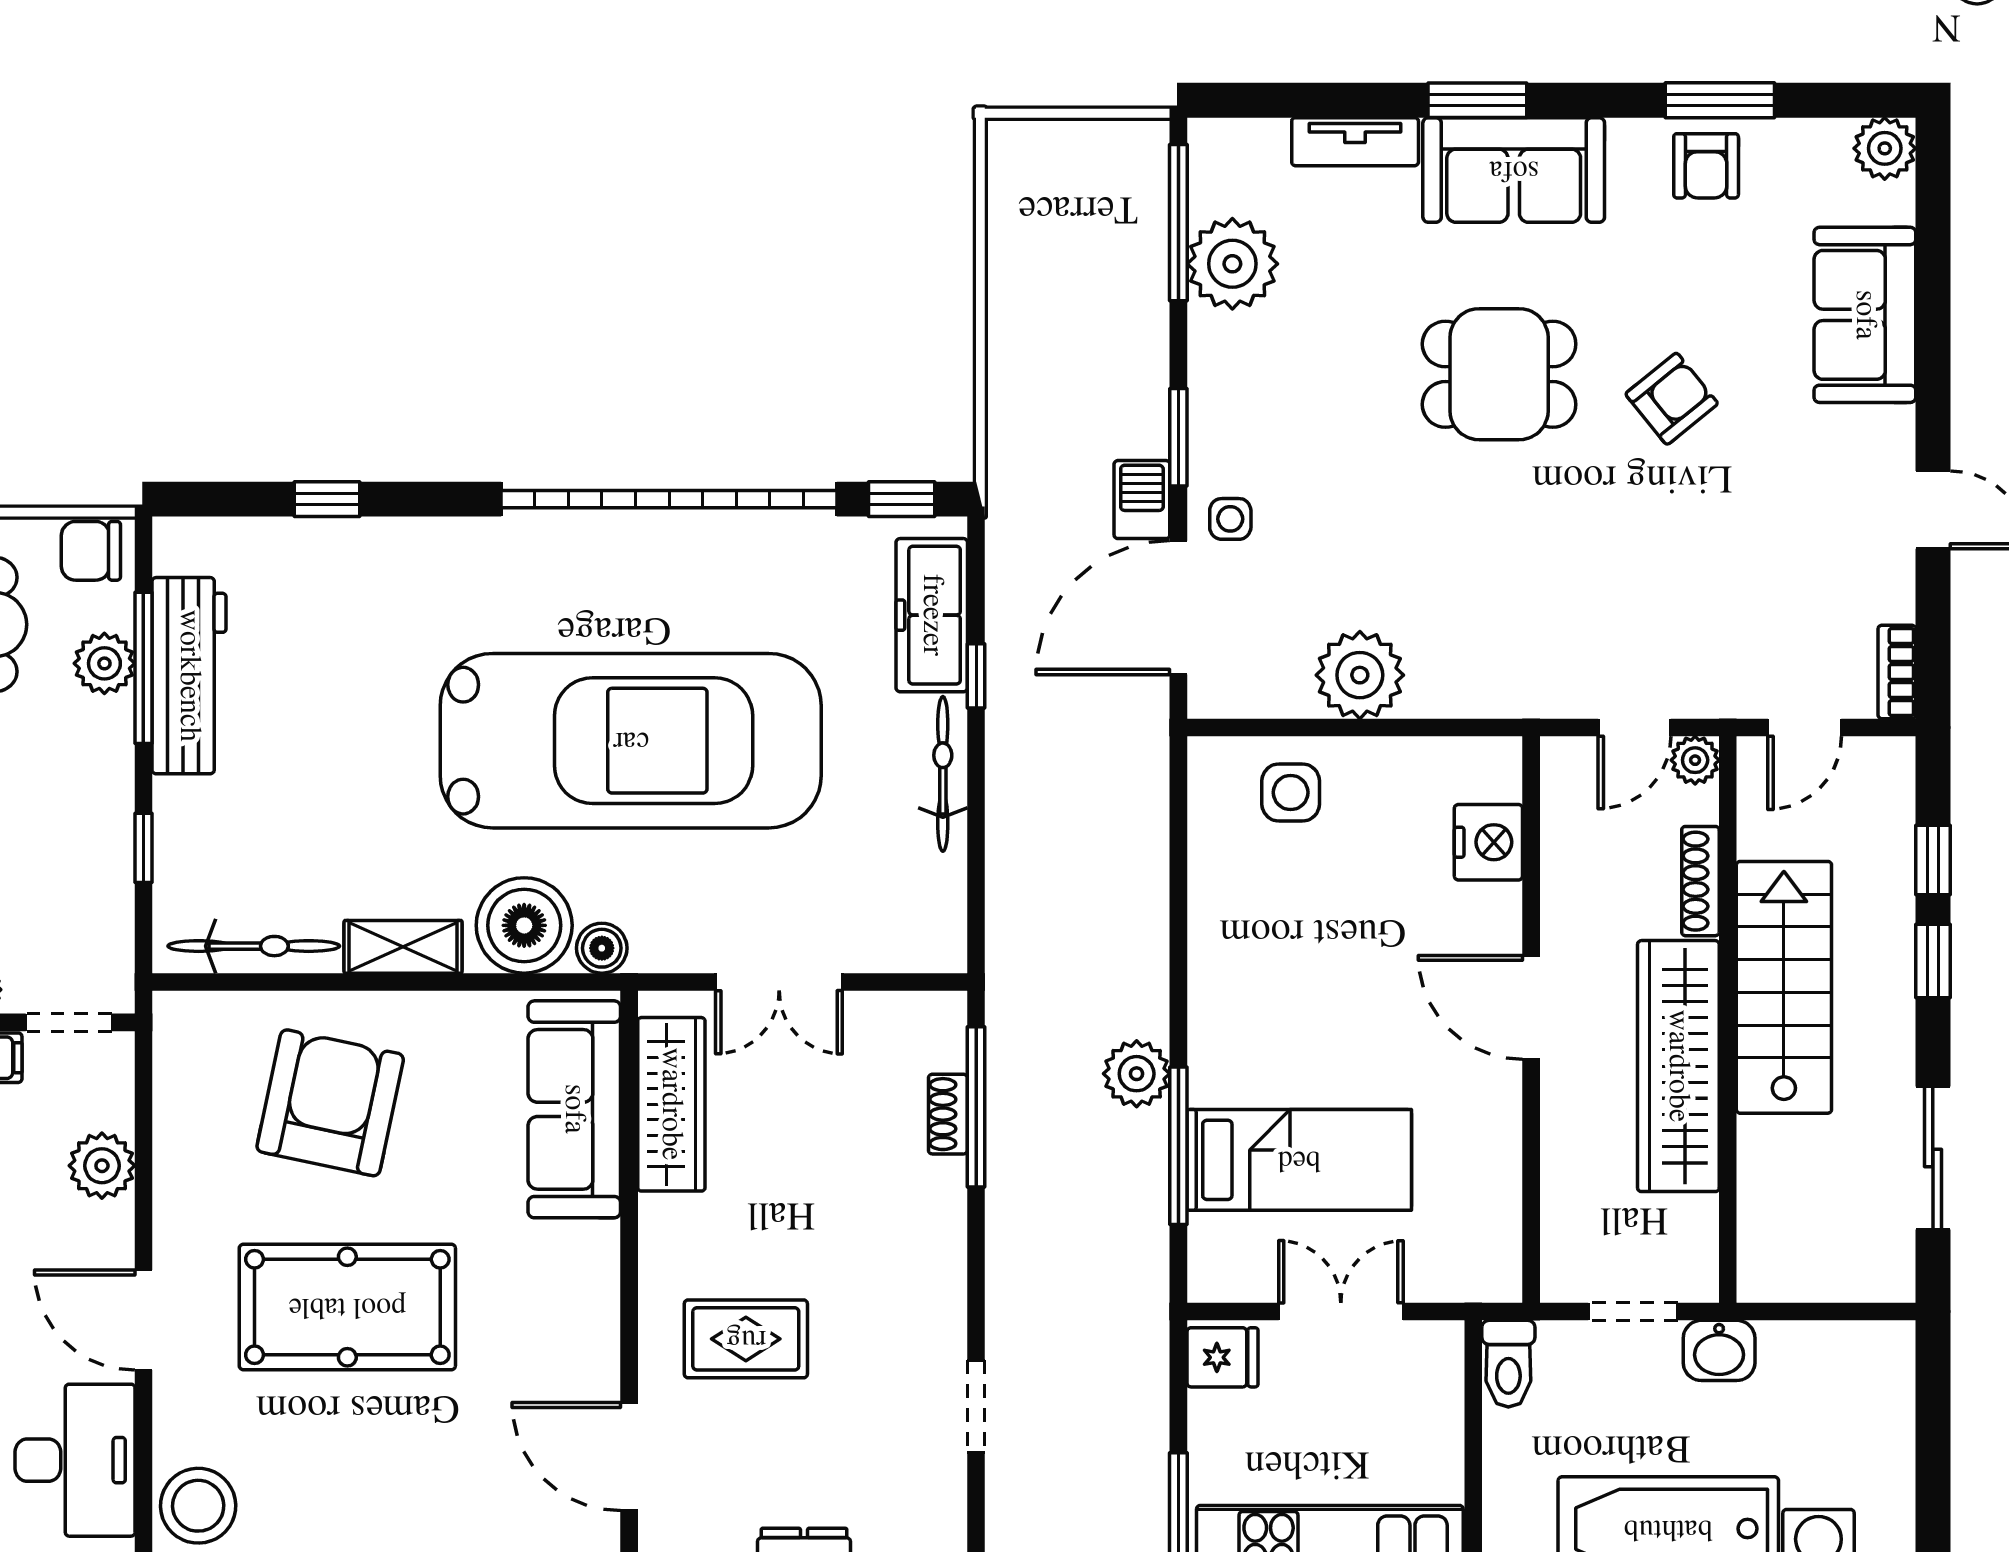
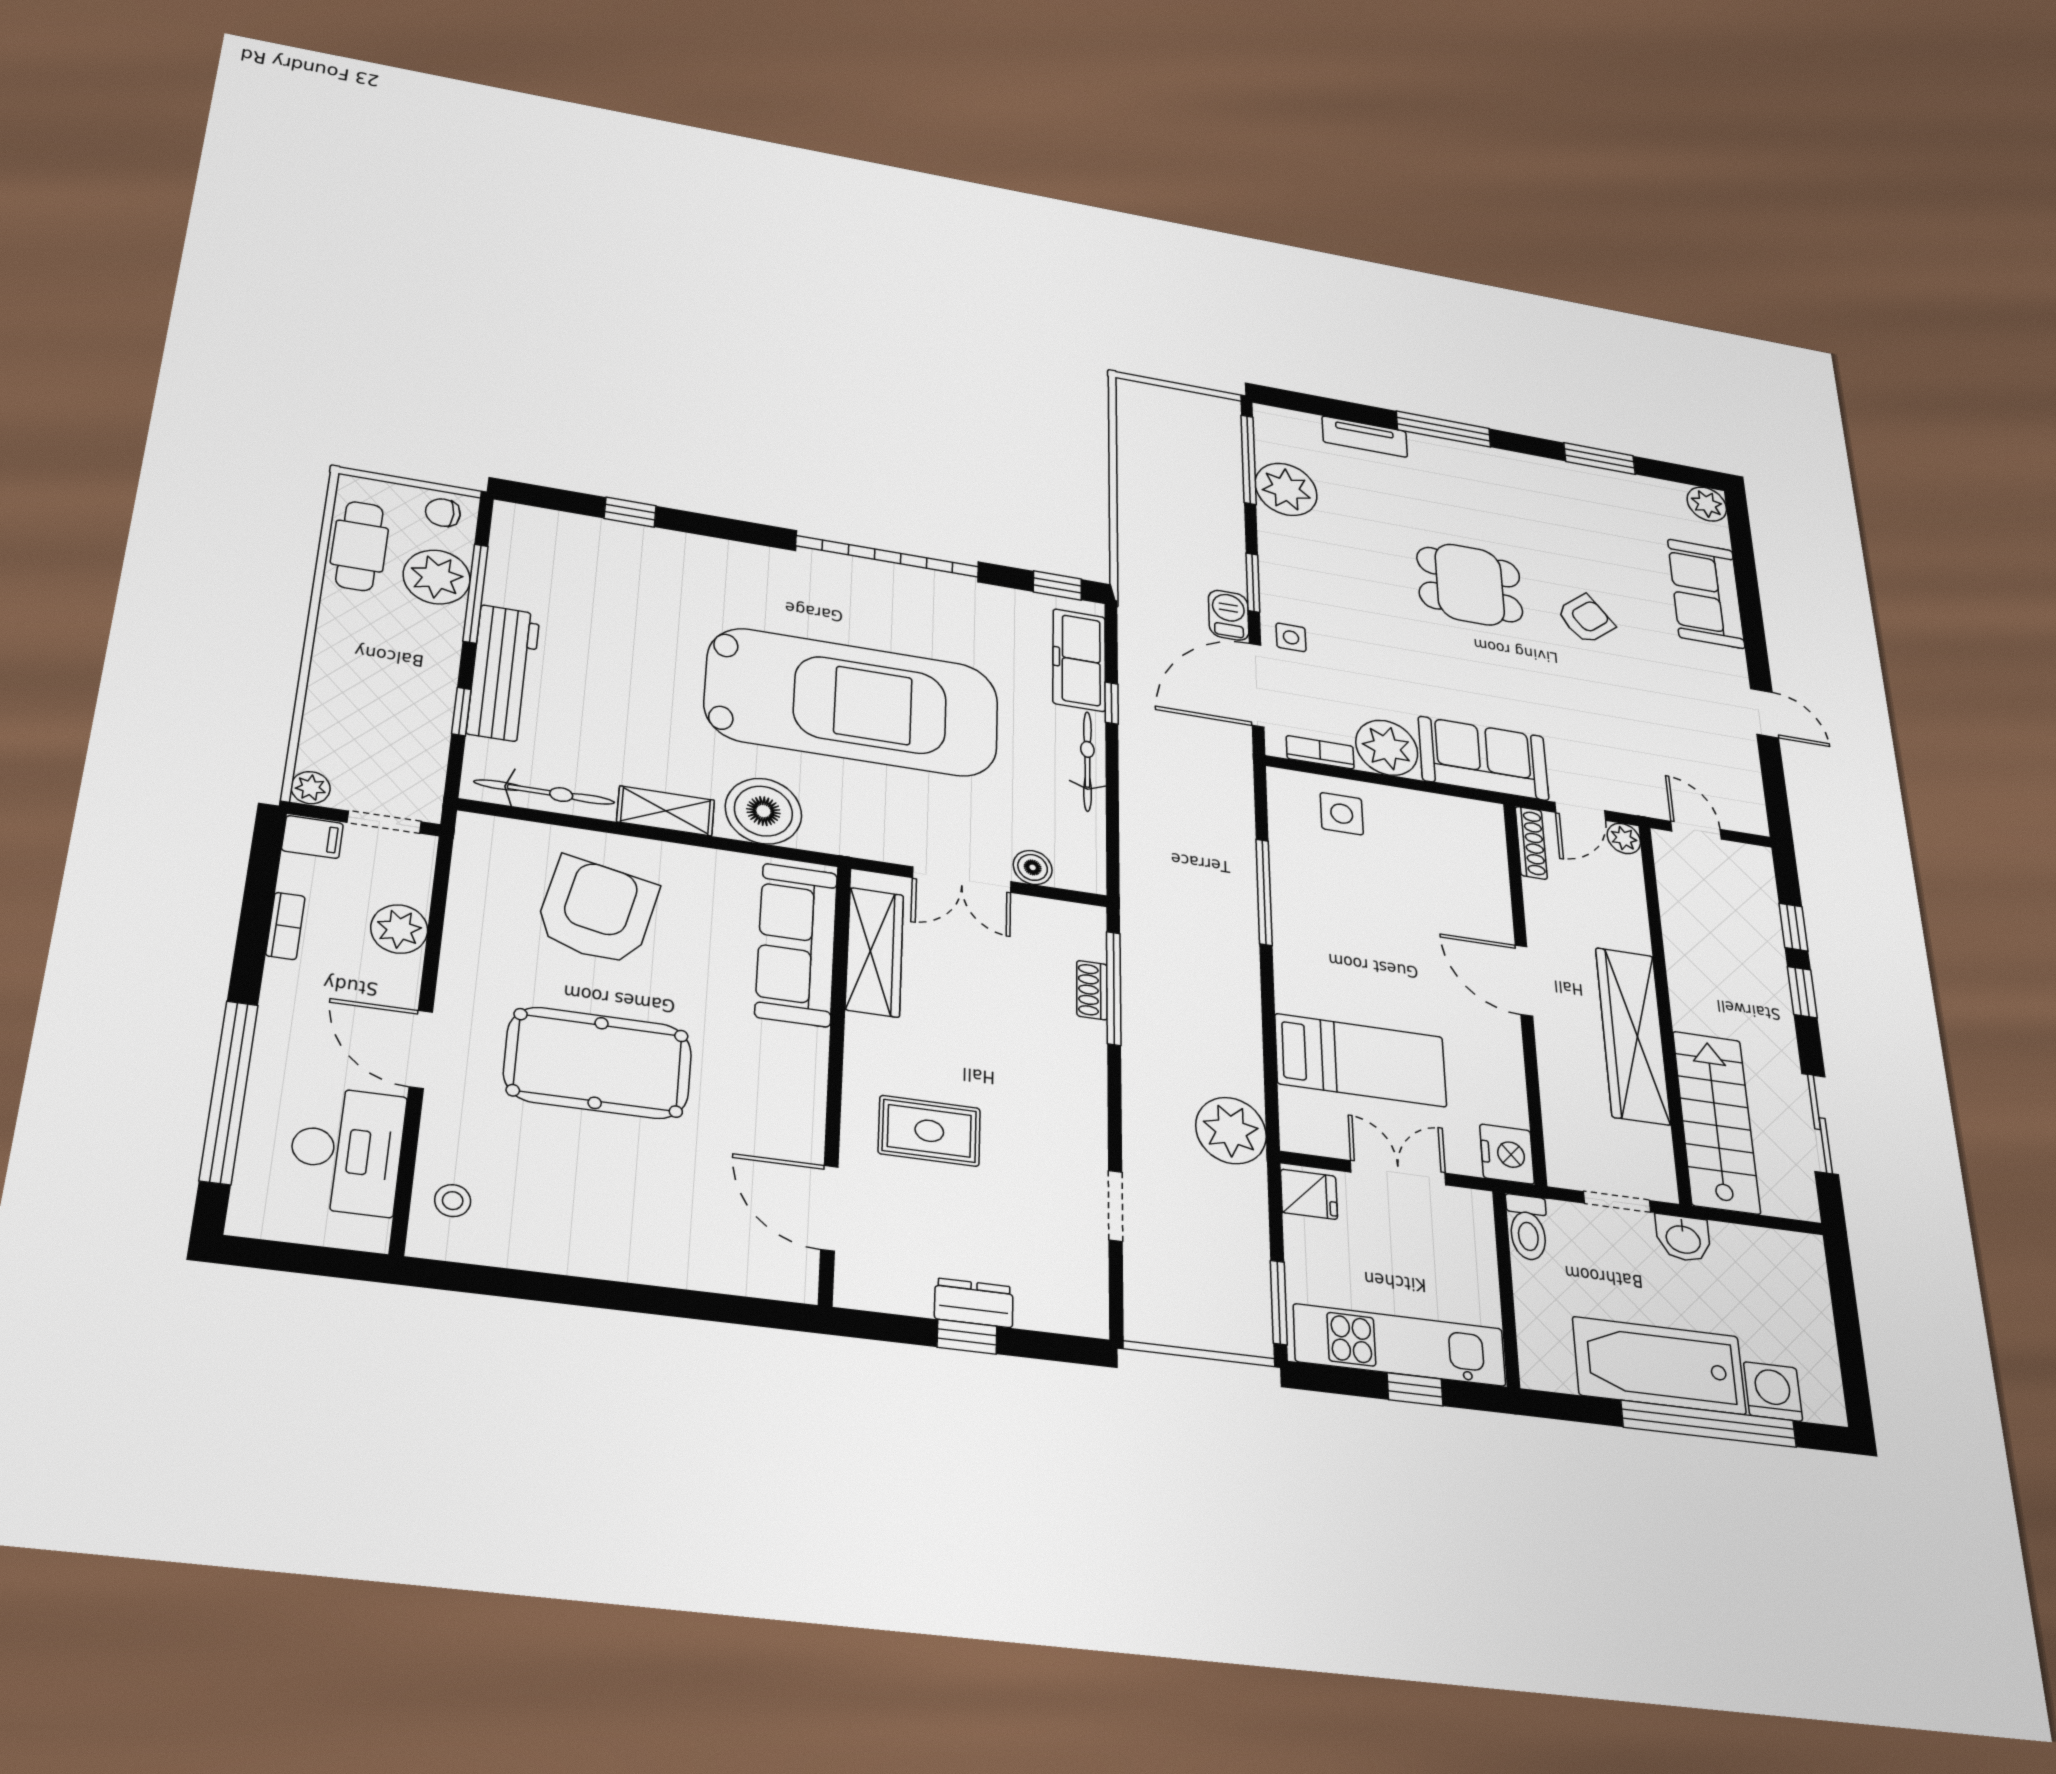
window: (1477, 100) -> (1443, 429), width x1.44
armchair: (1706, 166) -> (1594, 492), removed
sofa: (1514, 170) -> (1483, 758), moved, turned 180
garage door: (669, 499) -> (888, 556), width x0.73
chair: (91, 551) -> (443, 513), width x0.73, depth x0.73
plant: (104, 663) -> (437, 577), width x1.36, depth x1.36
bookcase: (1897, 672) -> (1320, 752), moved, turned 90
workbench: (189, 676) -> (504, 673), moved
door: (1805, 728) -> (1696, 830), swing flipped
nightstand: (1488, 842) -> (1507, 1154), moved
shoe rack: (1700, 881) -> (1531, 843), moved, turned 180
boiler: (602, 948) -> (1033, 867), moved
stairs: (1784, 987) -> (1716, 1122), moved
plant: (1137, 1074) -> (1231, 1131), moved, width x1.36, depth x1.36
window: (1178, 1146) -> (1264, 892), moved
stool: (198, 1506) -> (453, 1201), width x0.53, depth x0.53

